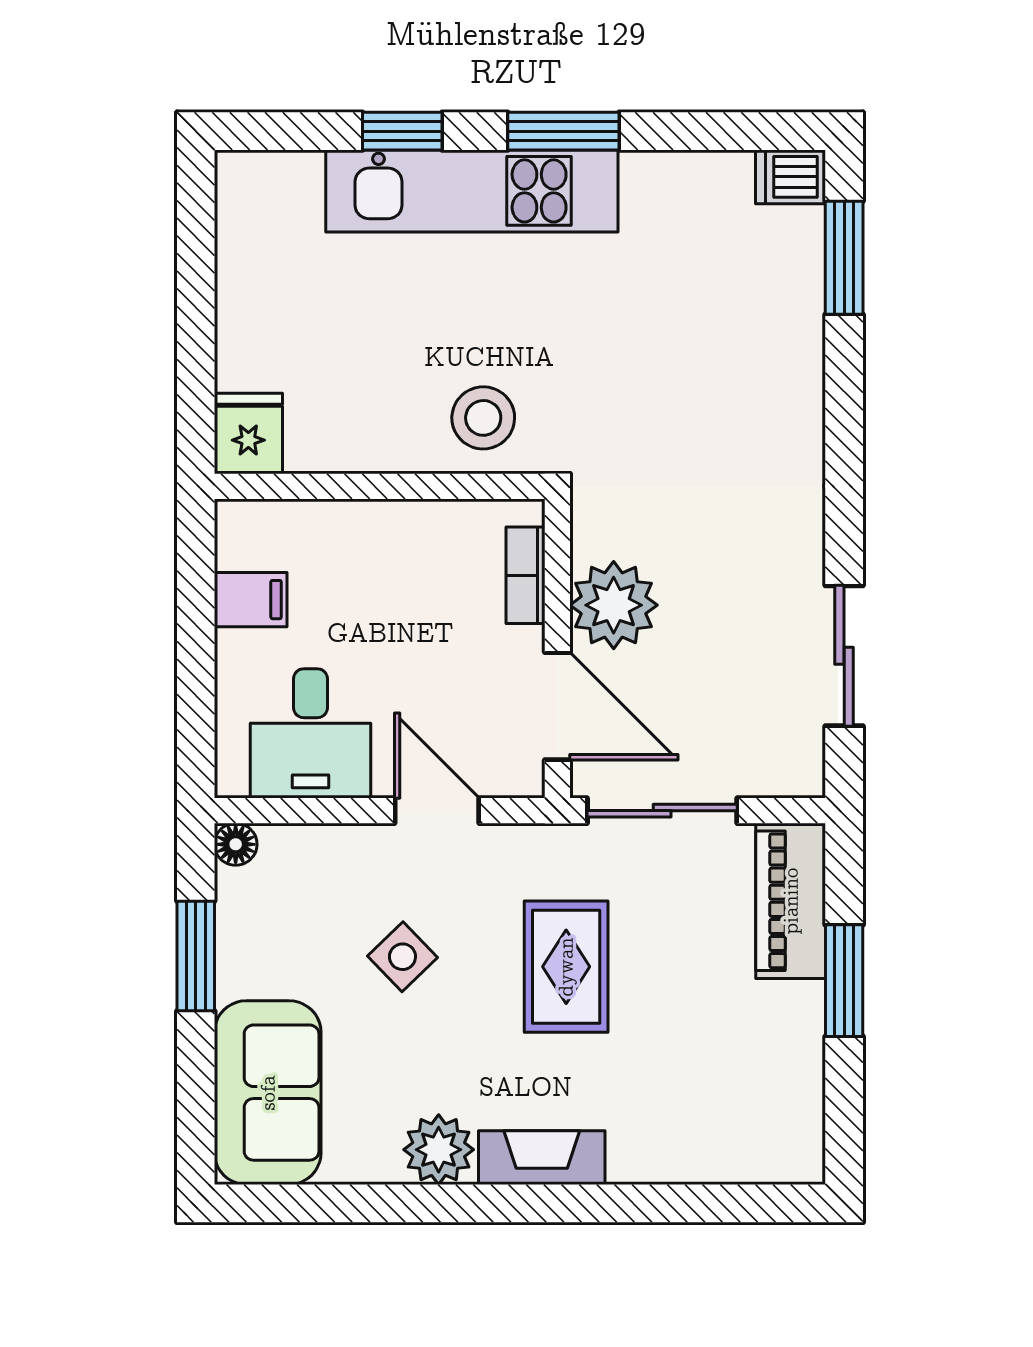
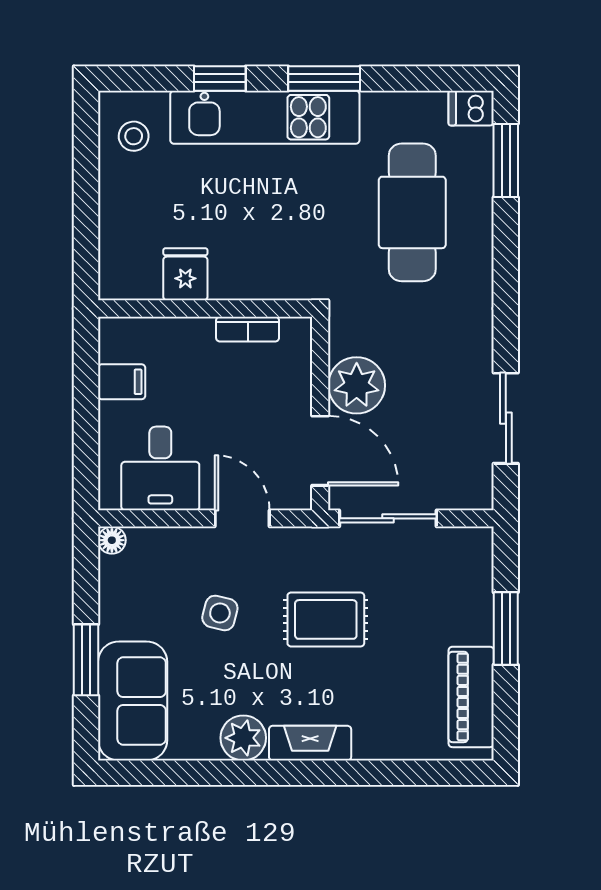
cafe table: (700, 338) -> (412, 212), added
stool: (483, 418) -> (134, 136), moved, width x0.73, depth x0.73
fridge: (248, 434) -> (185, 274), moved
bookcase: (526, 575) -> (248, 329), moved, turned -90
piano: (791, 901) -> (471, 697), moved
window: (196, 956) -> (86, 660), moved
side table: (402, 957) -> (220, 613), turned -32
rug: (566, 967) -> (326, 619), turned 90

